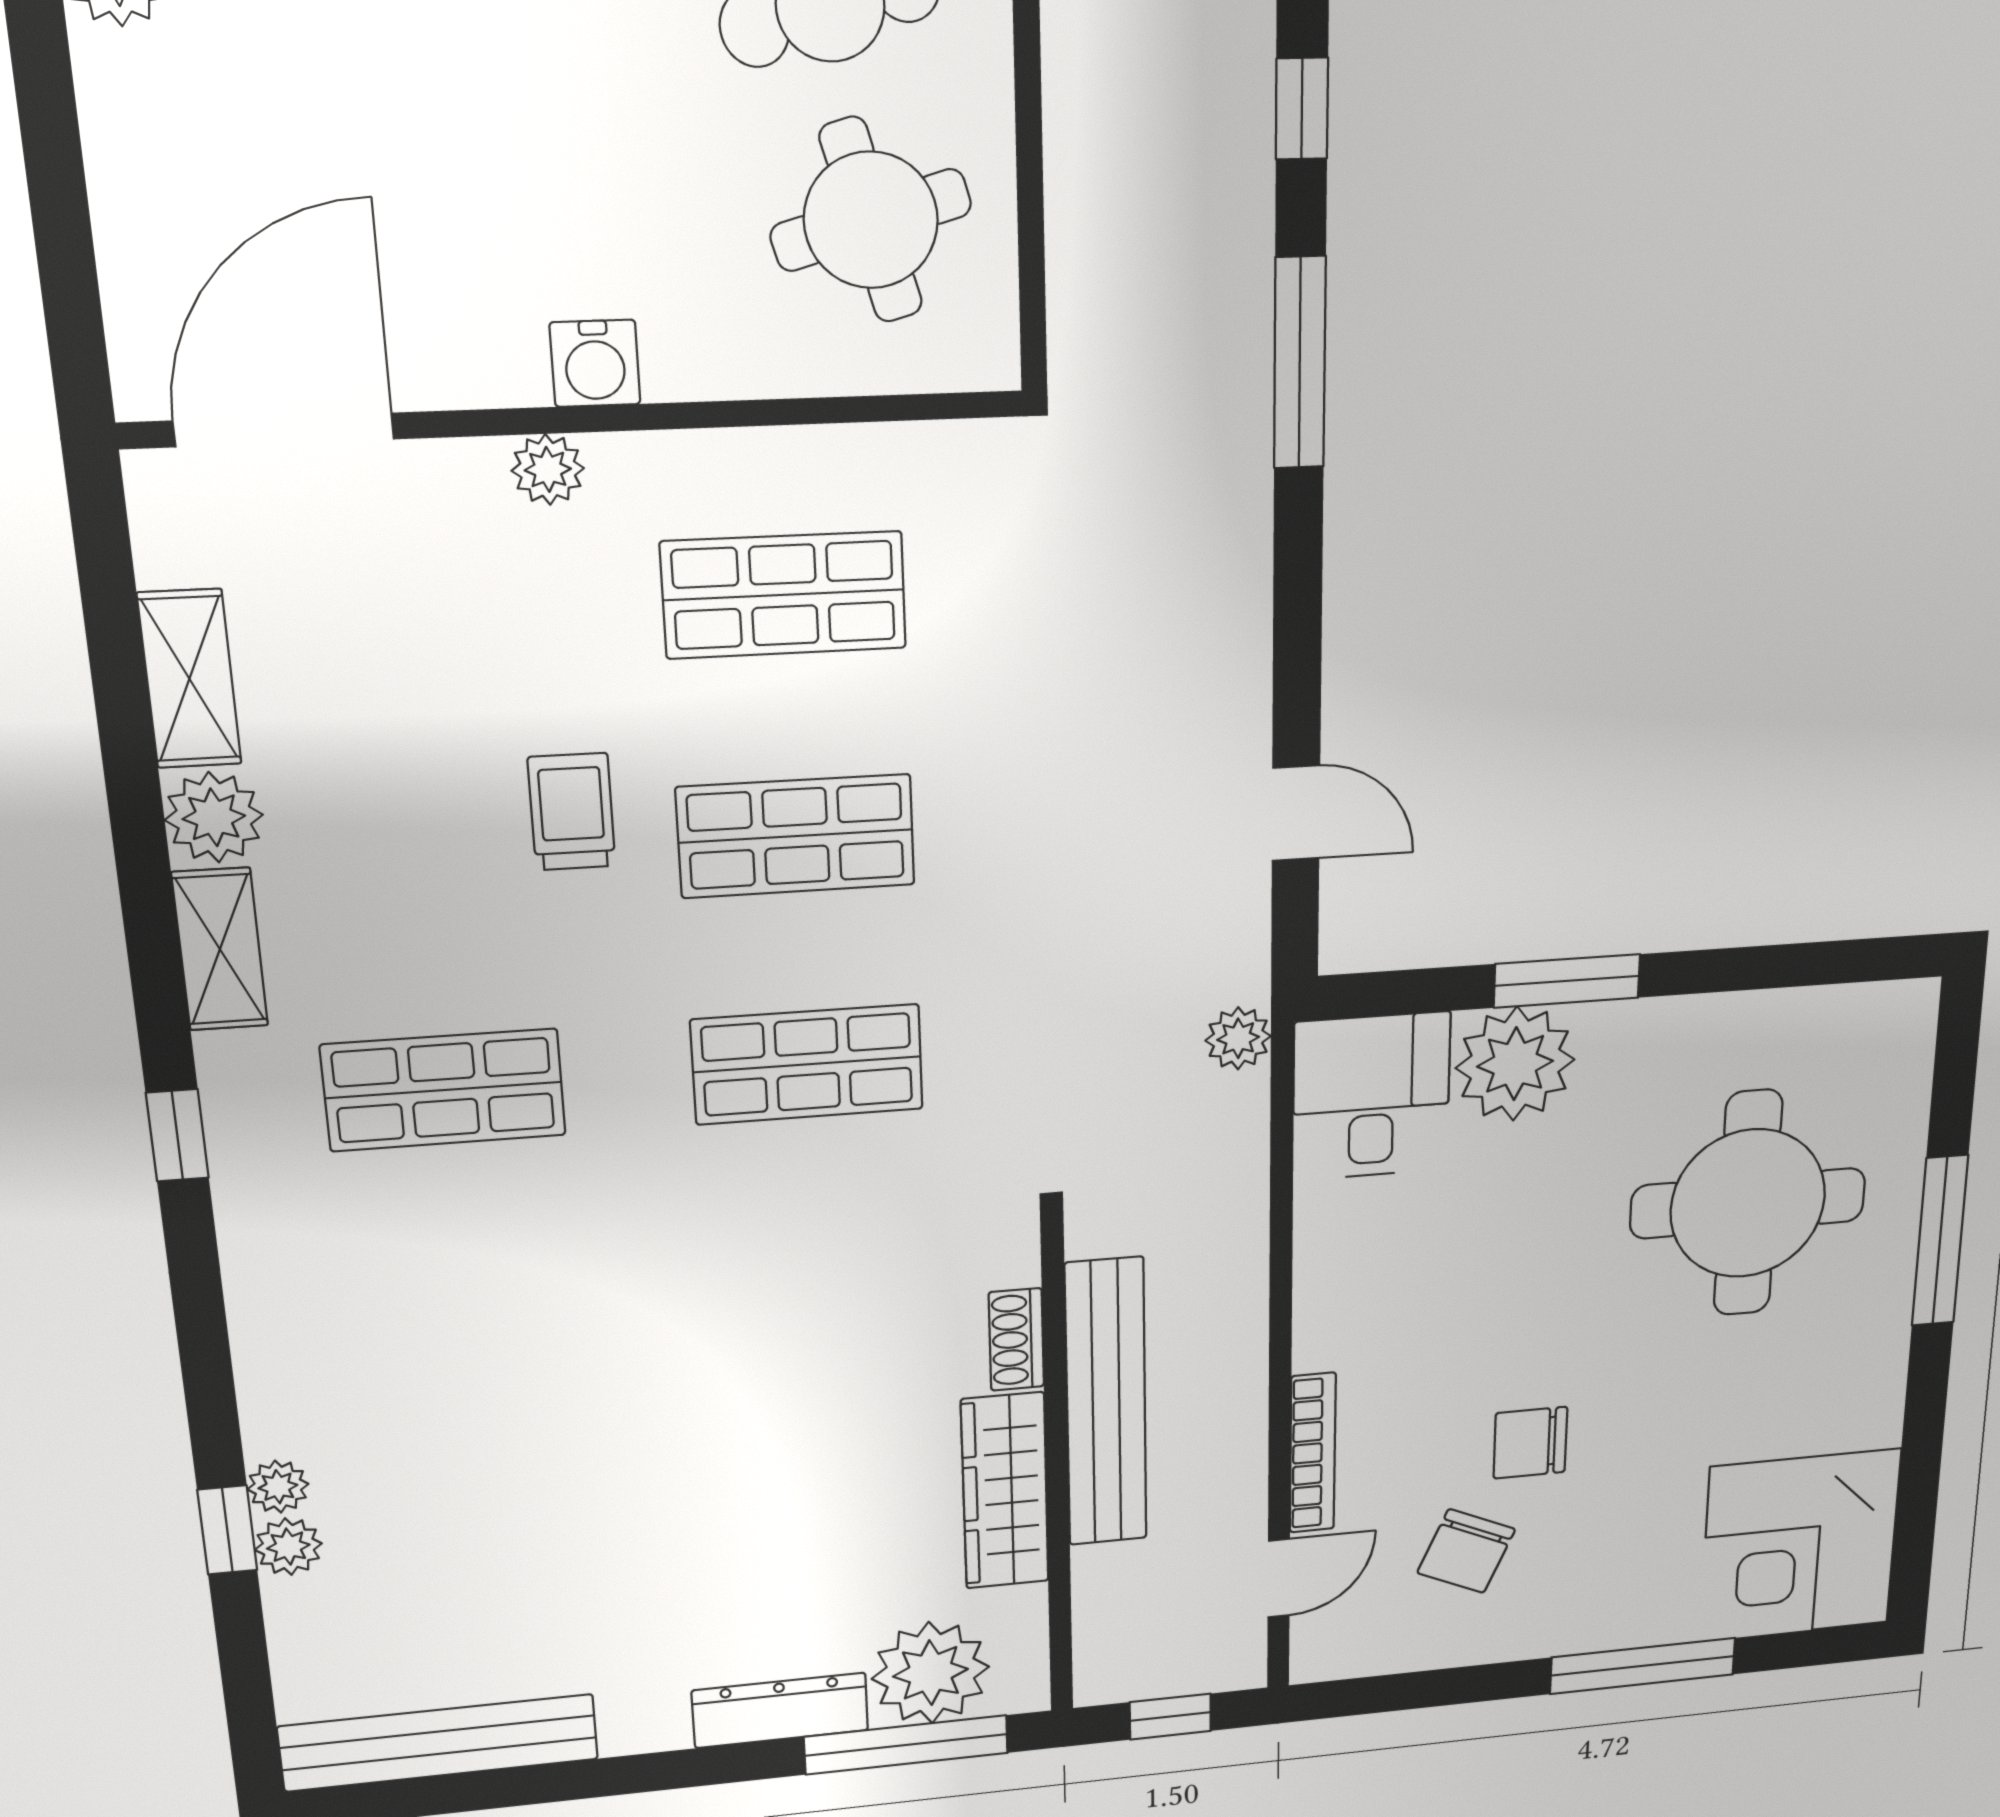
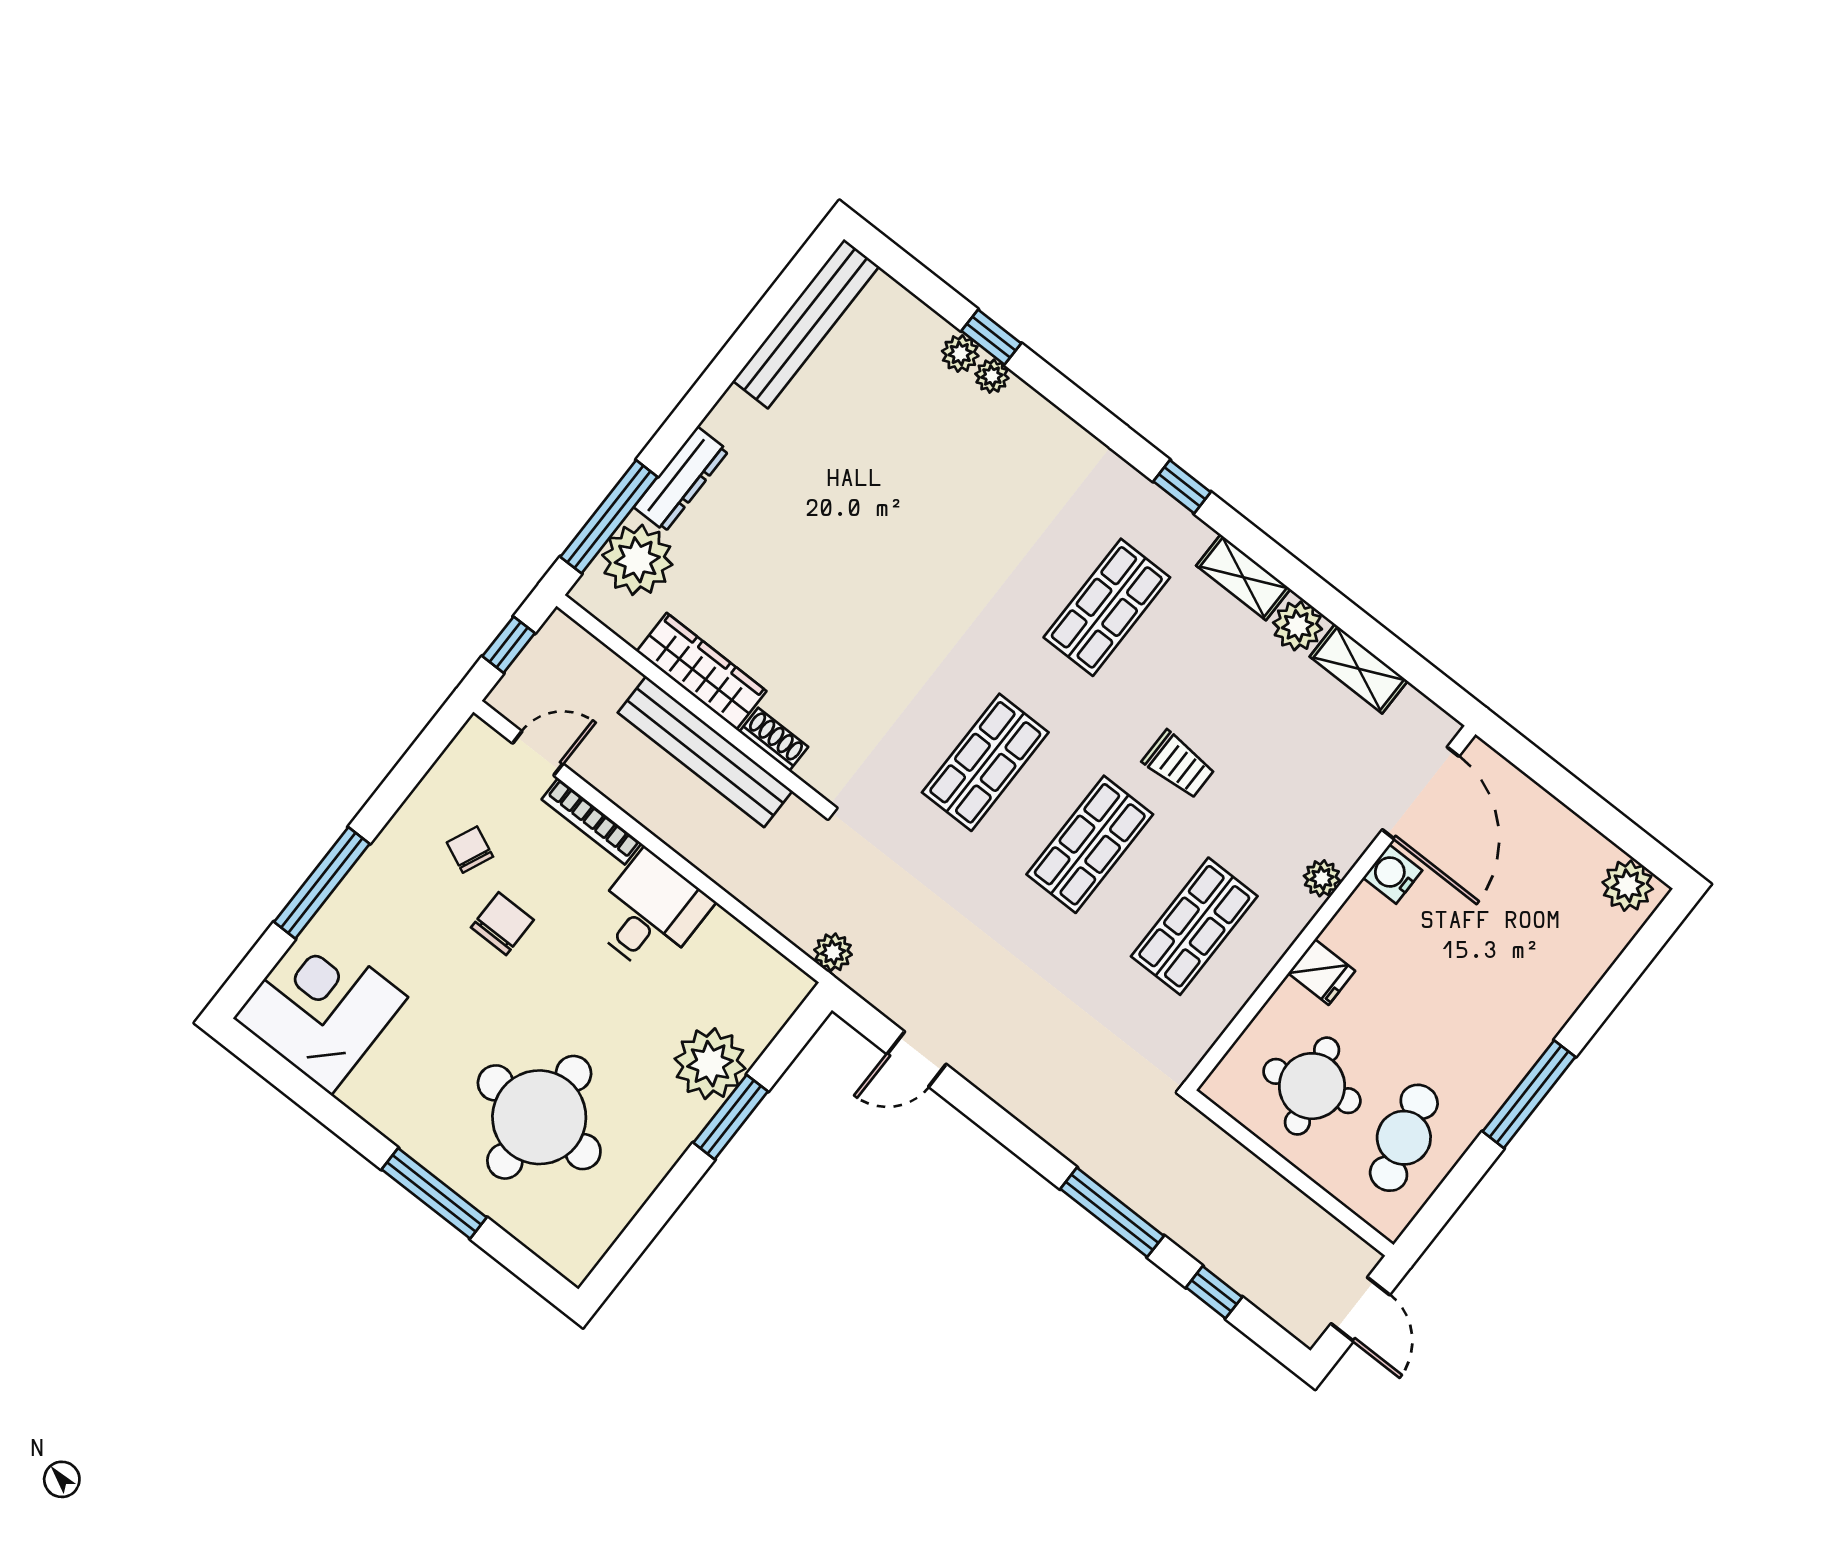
fridge: (687, 351) -> (1322, 972), added
water cooler: (595, 363) -> (1393, 874), moved
desk: (1371, 1096) -> (650, 913), moved, turned -90
chair: (1466, 1551) -> (470, 850), width x0.73, depth x0.73
door: (1279, 1578) -> (538, 753), swing flipped

